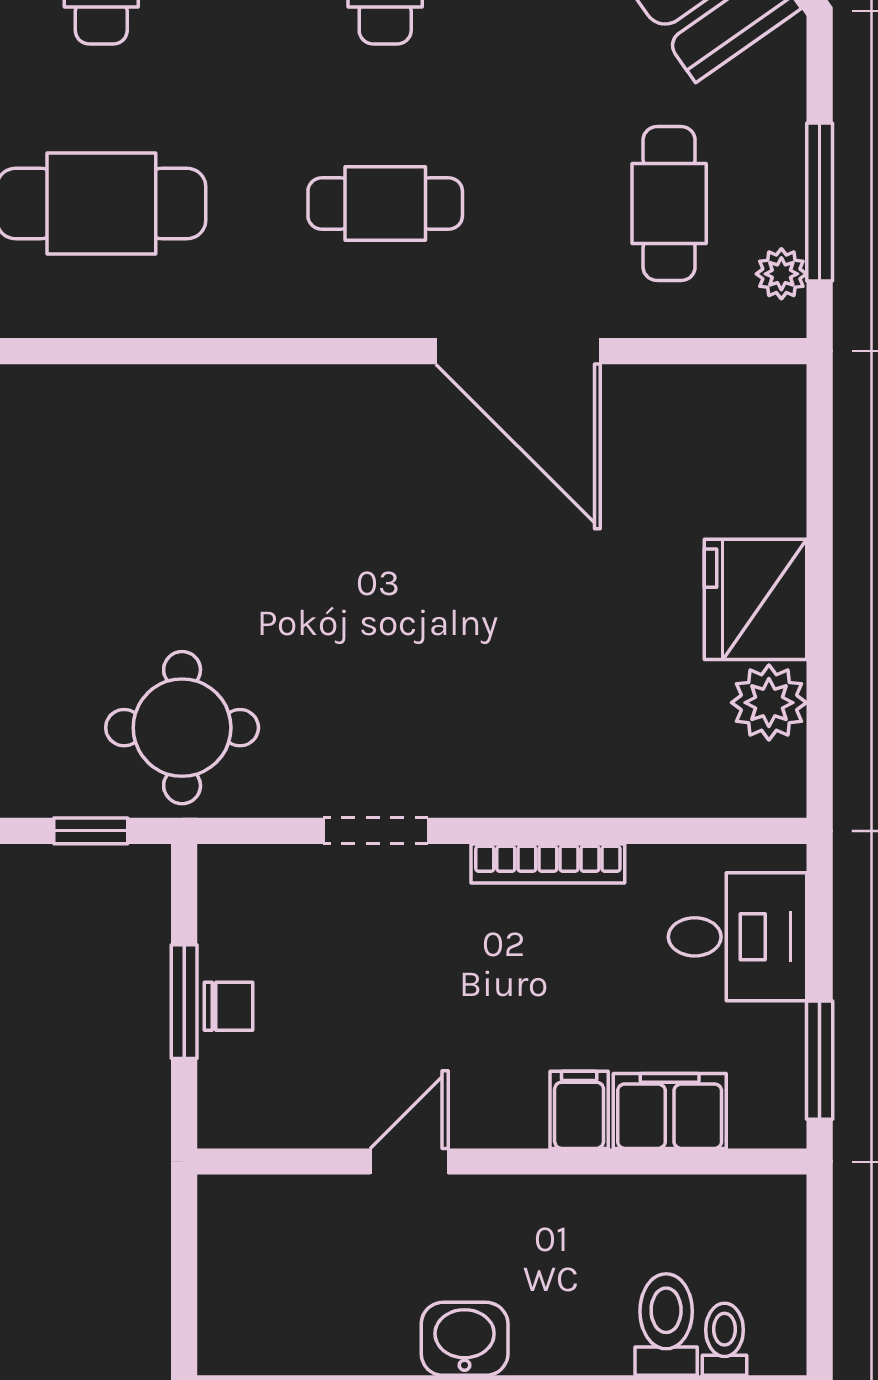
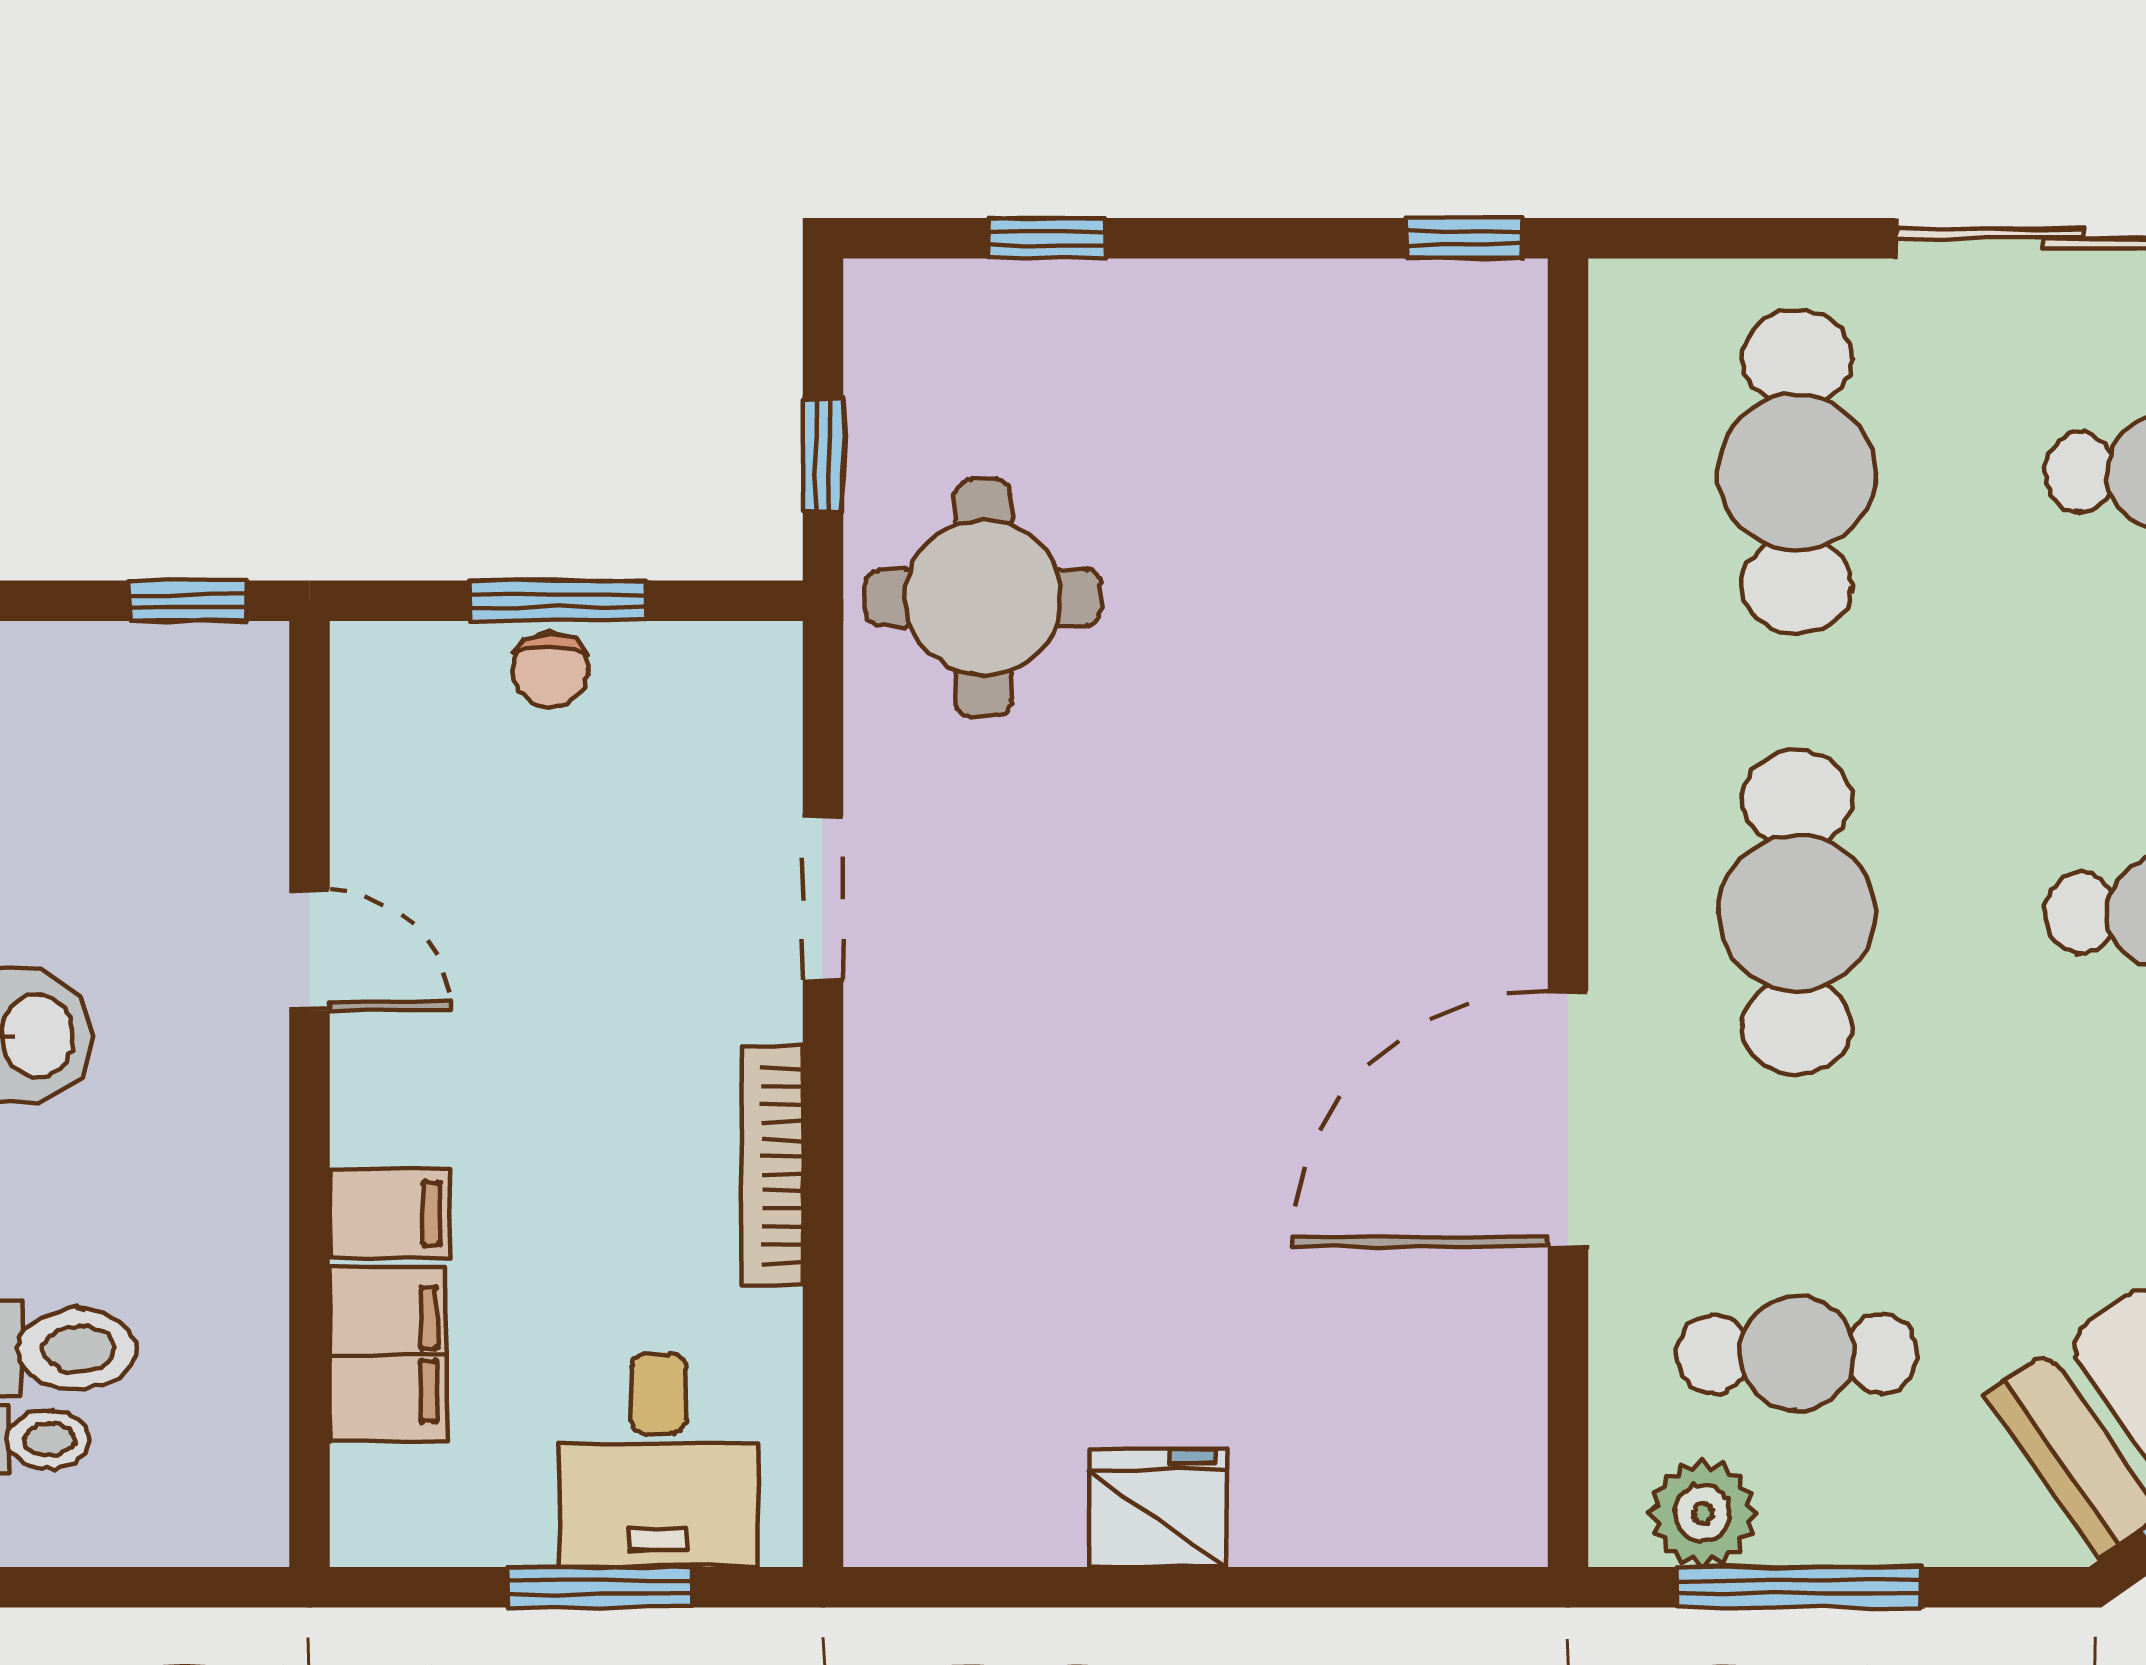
cafe table: (385, 204) -> (1797, 913), width x1.37, depth x1.35
plant: (781, 274) -> (1703, 1513), width x1.38, depth x1.38
fridge: (756, 599) -> (1157, 1508), width x0.73, depth x0.75
plant: (769, 703) -> (1022, 1509), removed
window: (820, 1060) -> (600, 1587), moved
window: (184, 1240) -> (188, 601), added

